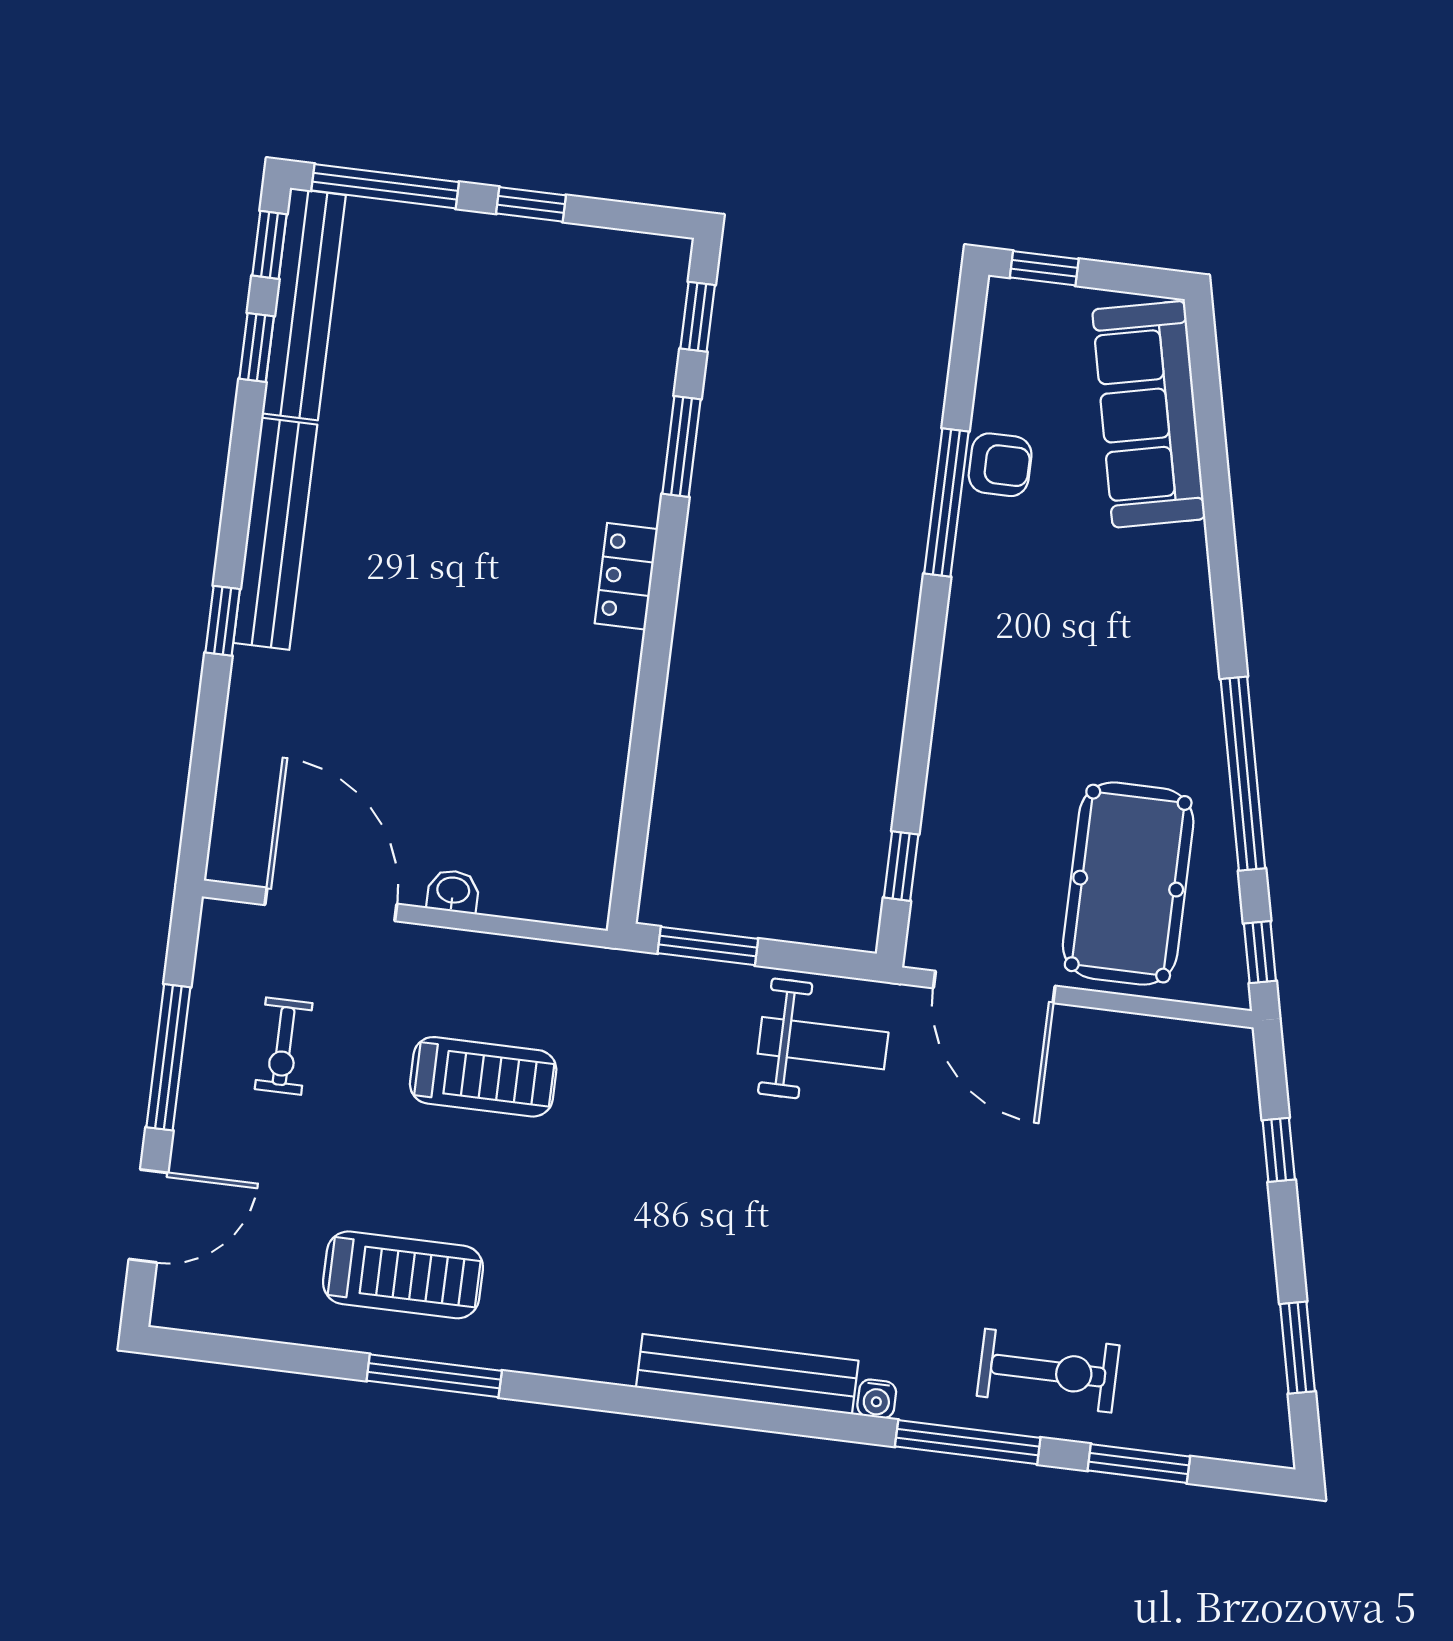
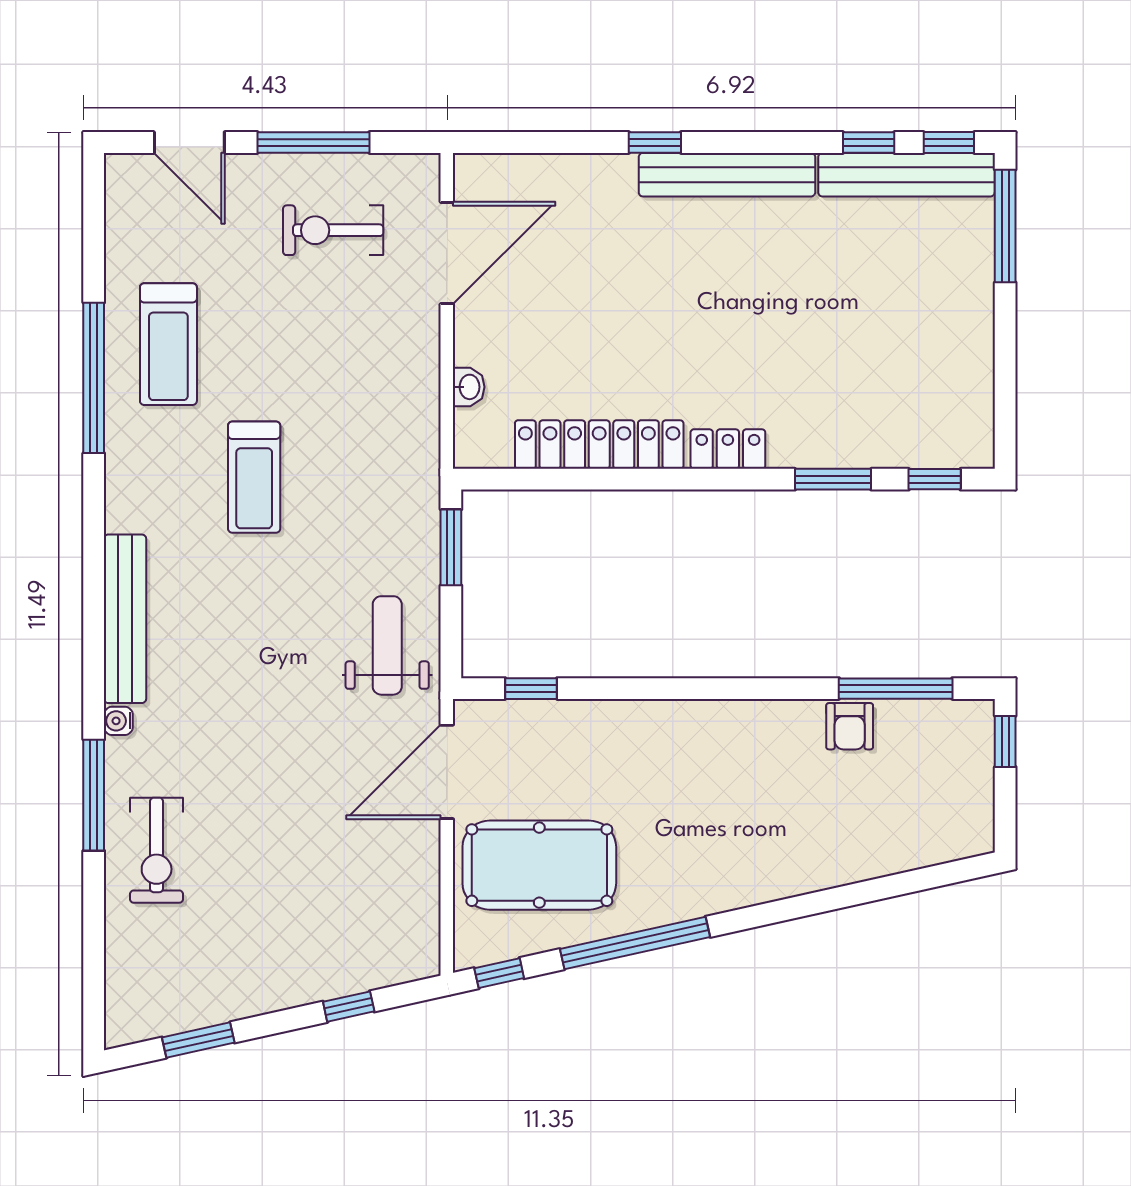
window: (531, 204) -> (1005, 340), removed
sofa: (1149, 414) -> (903, 836), removed
window: (946, 502) -> (896, 689), moved
locker: (600, 740) -> (599, 445), added
washbasin: (453, 891) -> (469, 387), moved
weight bench: (823, 1043) -> (387, 645), turned 180
exercise bike: (284, 1046) -> (333, 230), width x1.38, depth x1.39
treadmill: (483, 1077) -> (254, 477), moved
window: (434, 1376) -> (94, 378), width x1.46
window: (1139, 1463) -> (94, 929), removed

